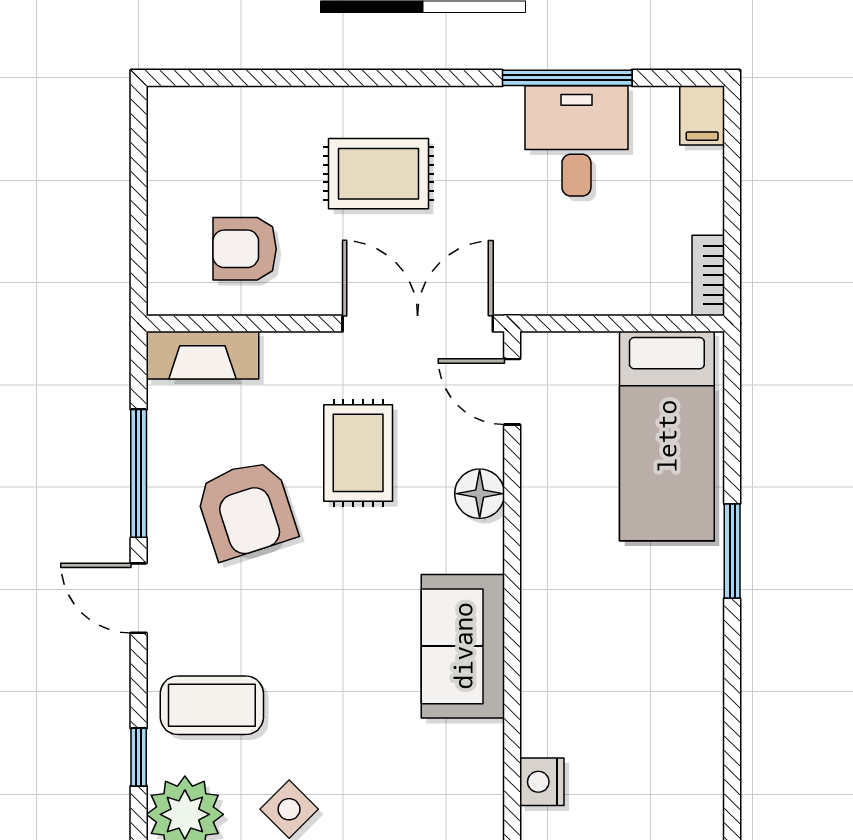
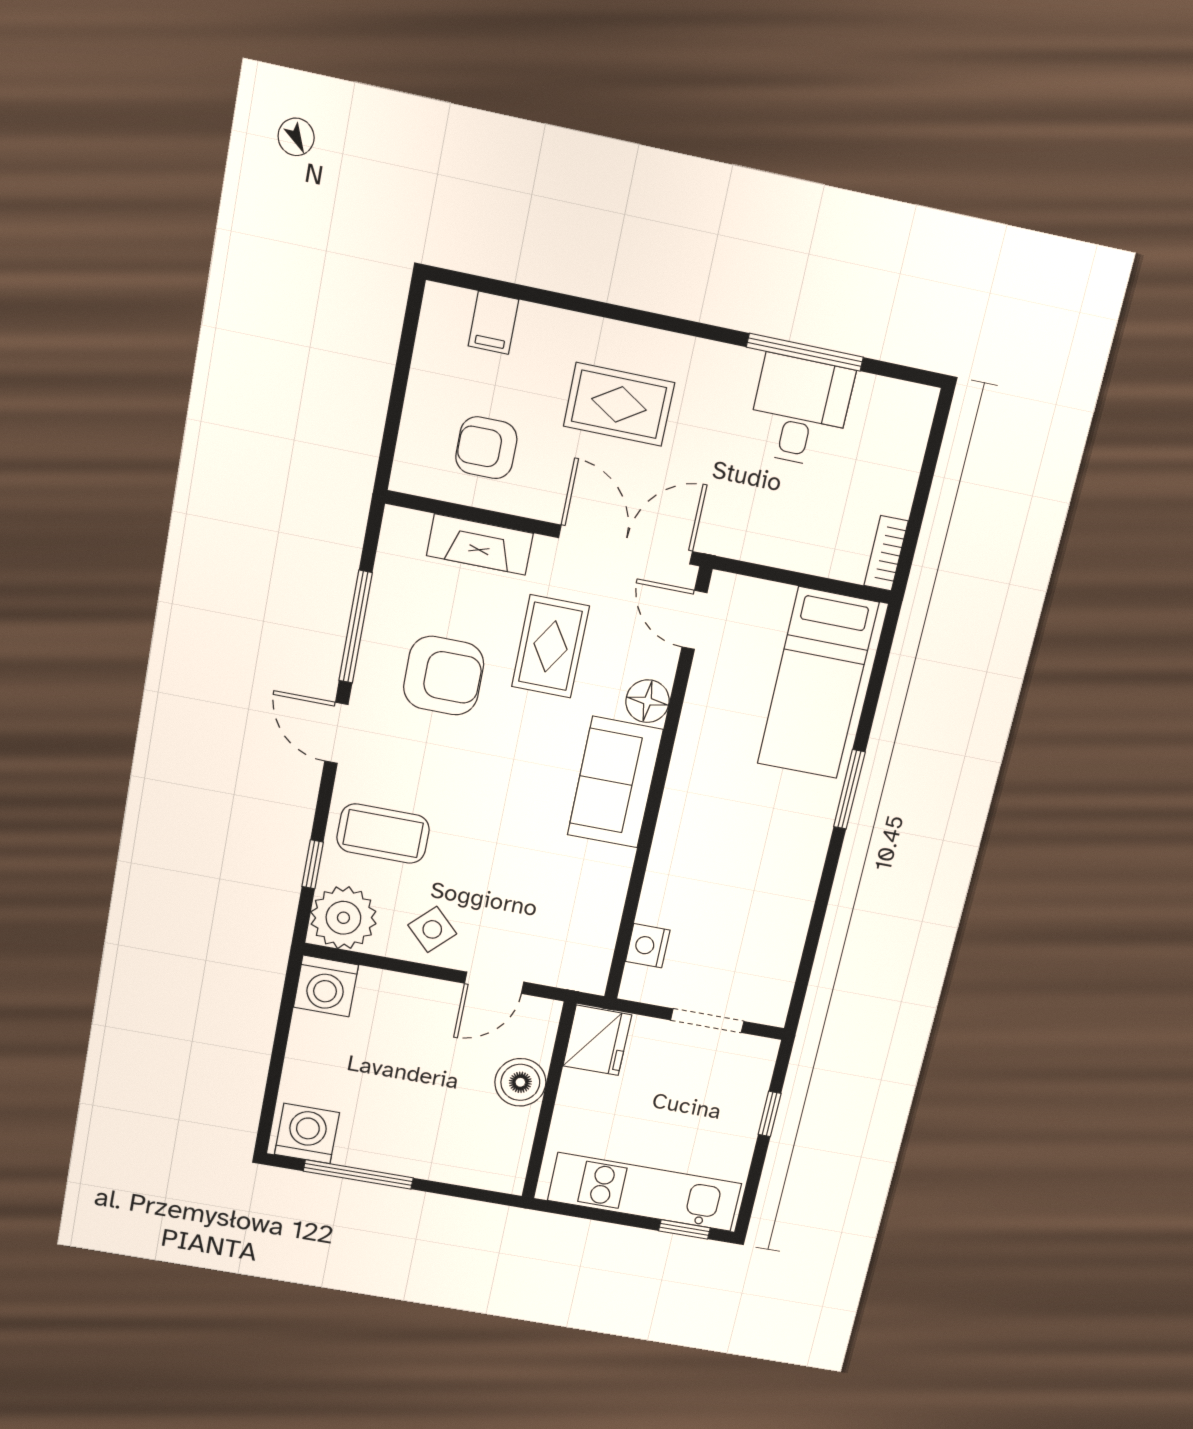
filing cabinet: (702, 115) -> (493, 323), moved
fireplace: (202, 355) -> (480, 544), moved
armchair: (246, 509) -> (444, 676), turned -72
sofa: (463, 646) -> (615, 782), moved

